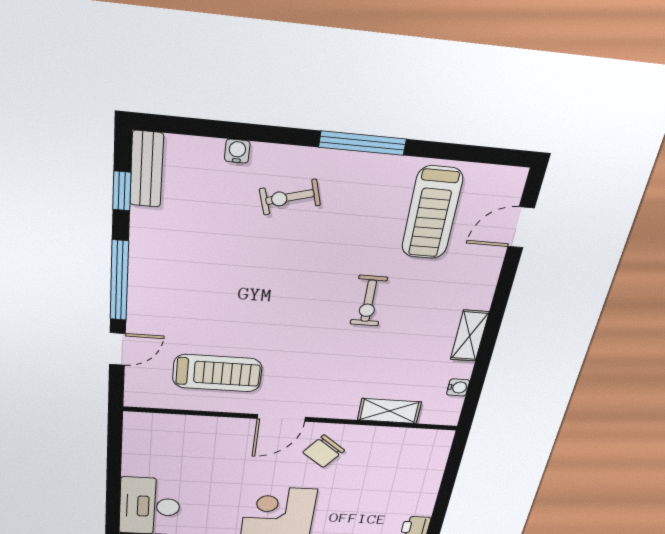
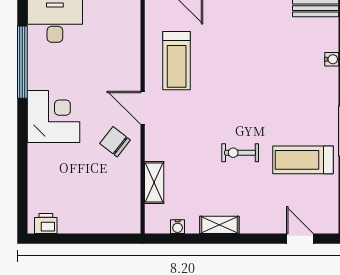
exercise bike: (290, 197) -> (306, 93), removed
treadmill: (432, 213) -> (303, 160), moved

